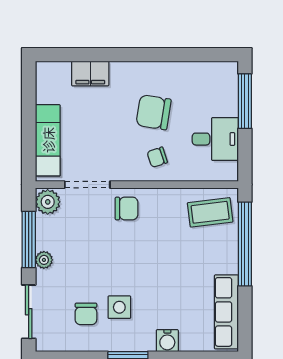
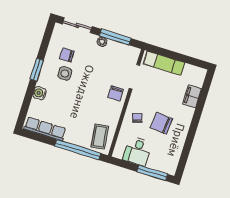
chair: (154, 112) -> (161, 123), turned -94
plant: (48, 202) -> (132, 53), removed

